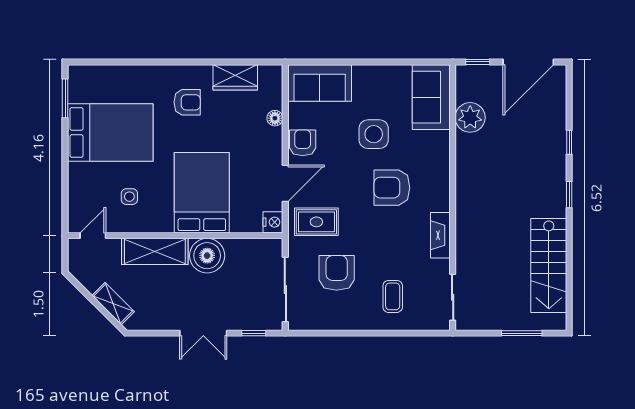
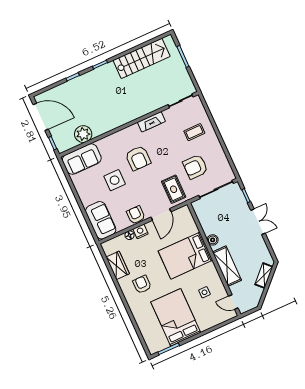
armchair: (303, 143) -> (136, 215), turned 90
door: (285, 183) -> (161, 214), swing flipped
nightstand: (273, 222) -> (140, 231), moved
boiler: (207, 256) -> (213, 240), width x0.54, depth x0.54

